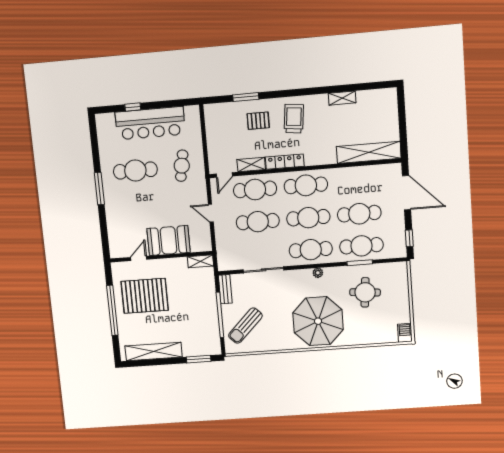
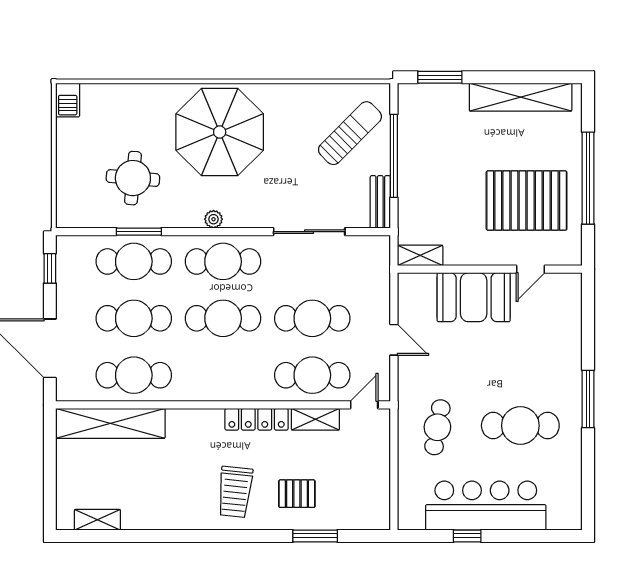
shelving: (342, 98) -> (97, 520), moved
window: (133, 107) -> (467, 536), moved
cafe table: (306, 185) -> (134, 375), moved

